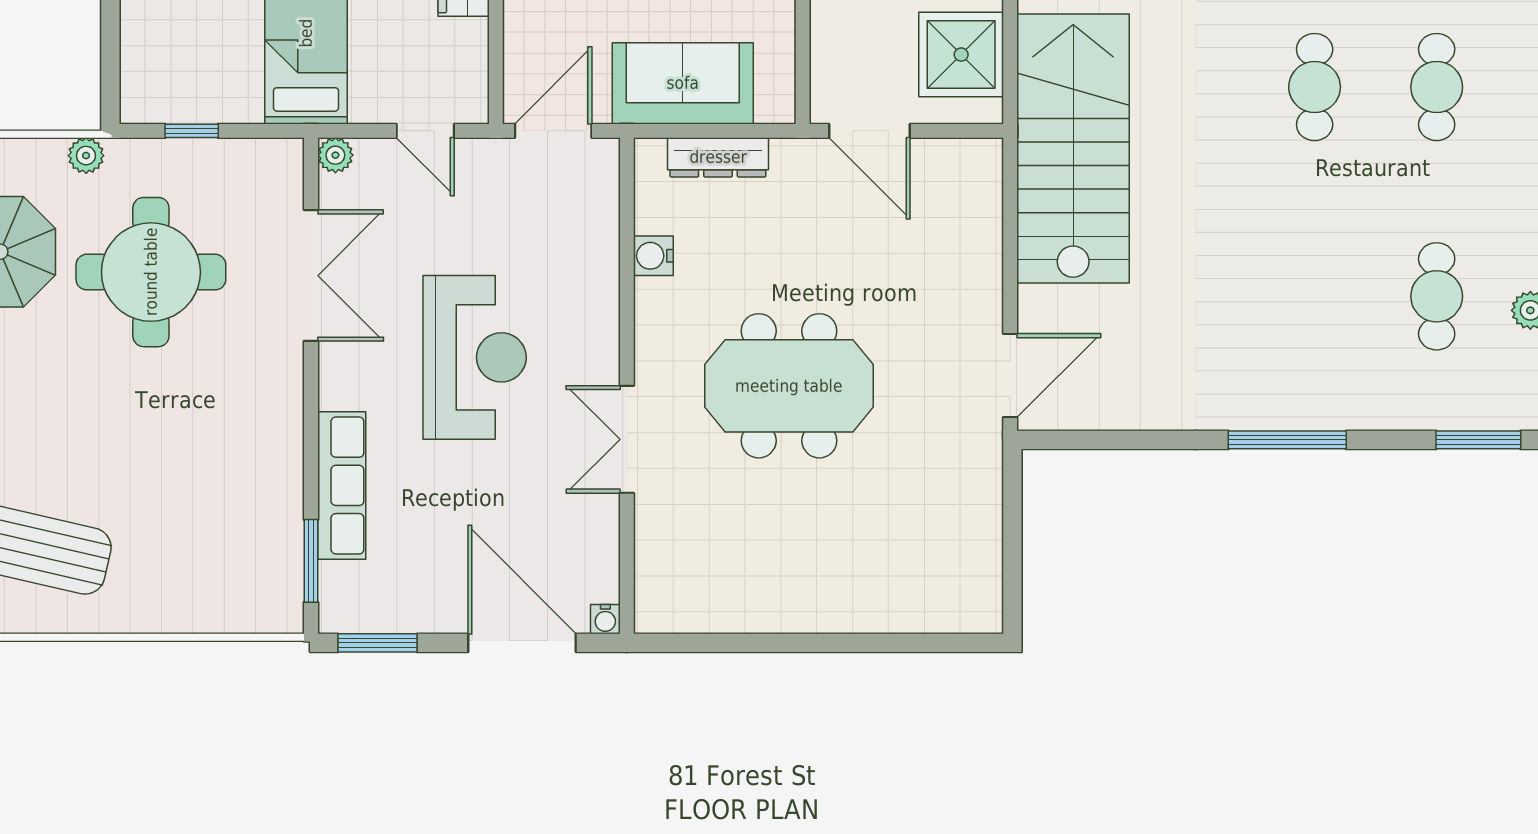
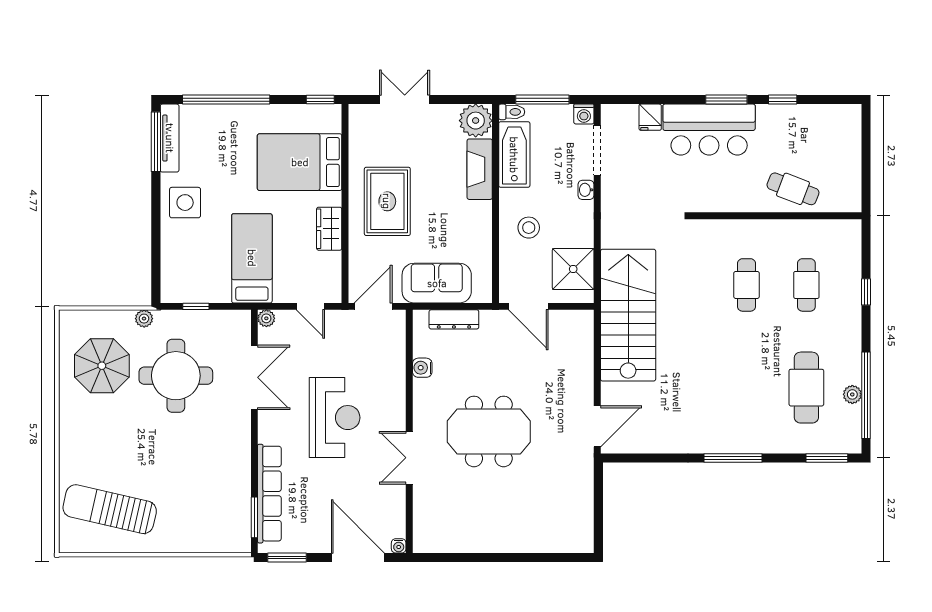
cafe table: (1437, 296) -> (806, 388), width x1.37, depth x1.35
row of seats: (342, 485) -> (269, 494), width x1.36

